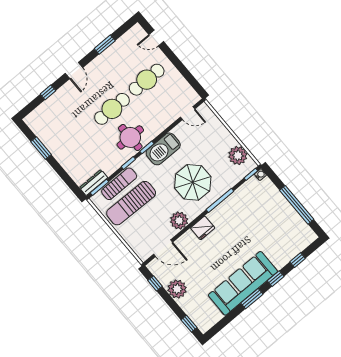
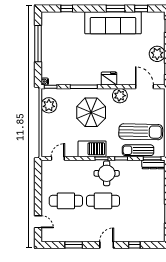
door: (188, 113) -> (58, 158), hinge flipped
window: (276, 279) -> (141, 8), moved

